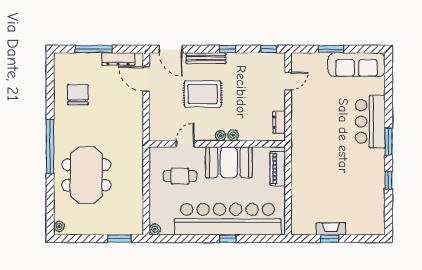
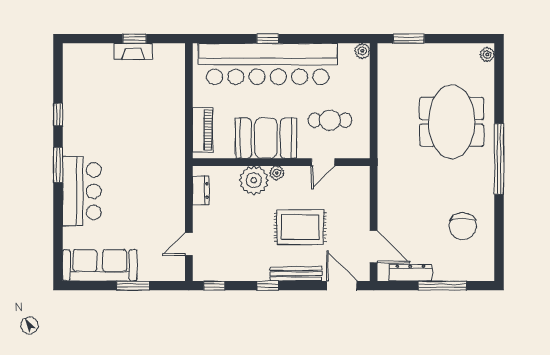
plant: (233, 135) -> (254, 180), width x1.87, depth x1.87

